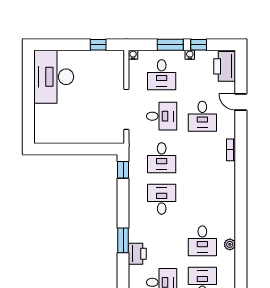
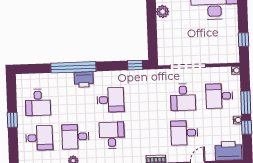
plant: (63, 136) -> (163, 12), added
desk: (162, 158) -> (112, 135), moved, turned 90
window: (123, 240) -> (73, 67), width x2.11
printer: (137, 254) -> (84, 79), moved

